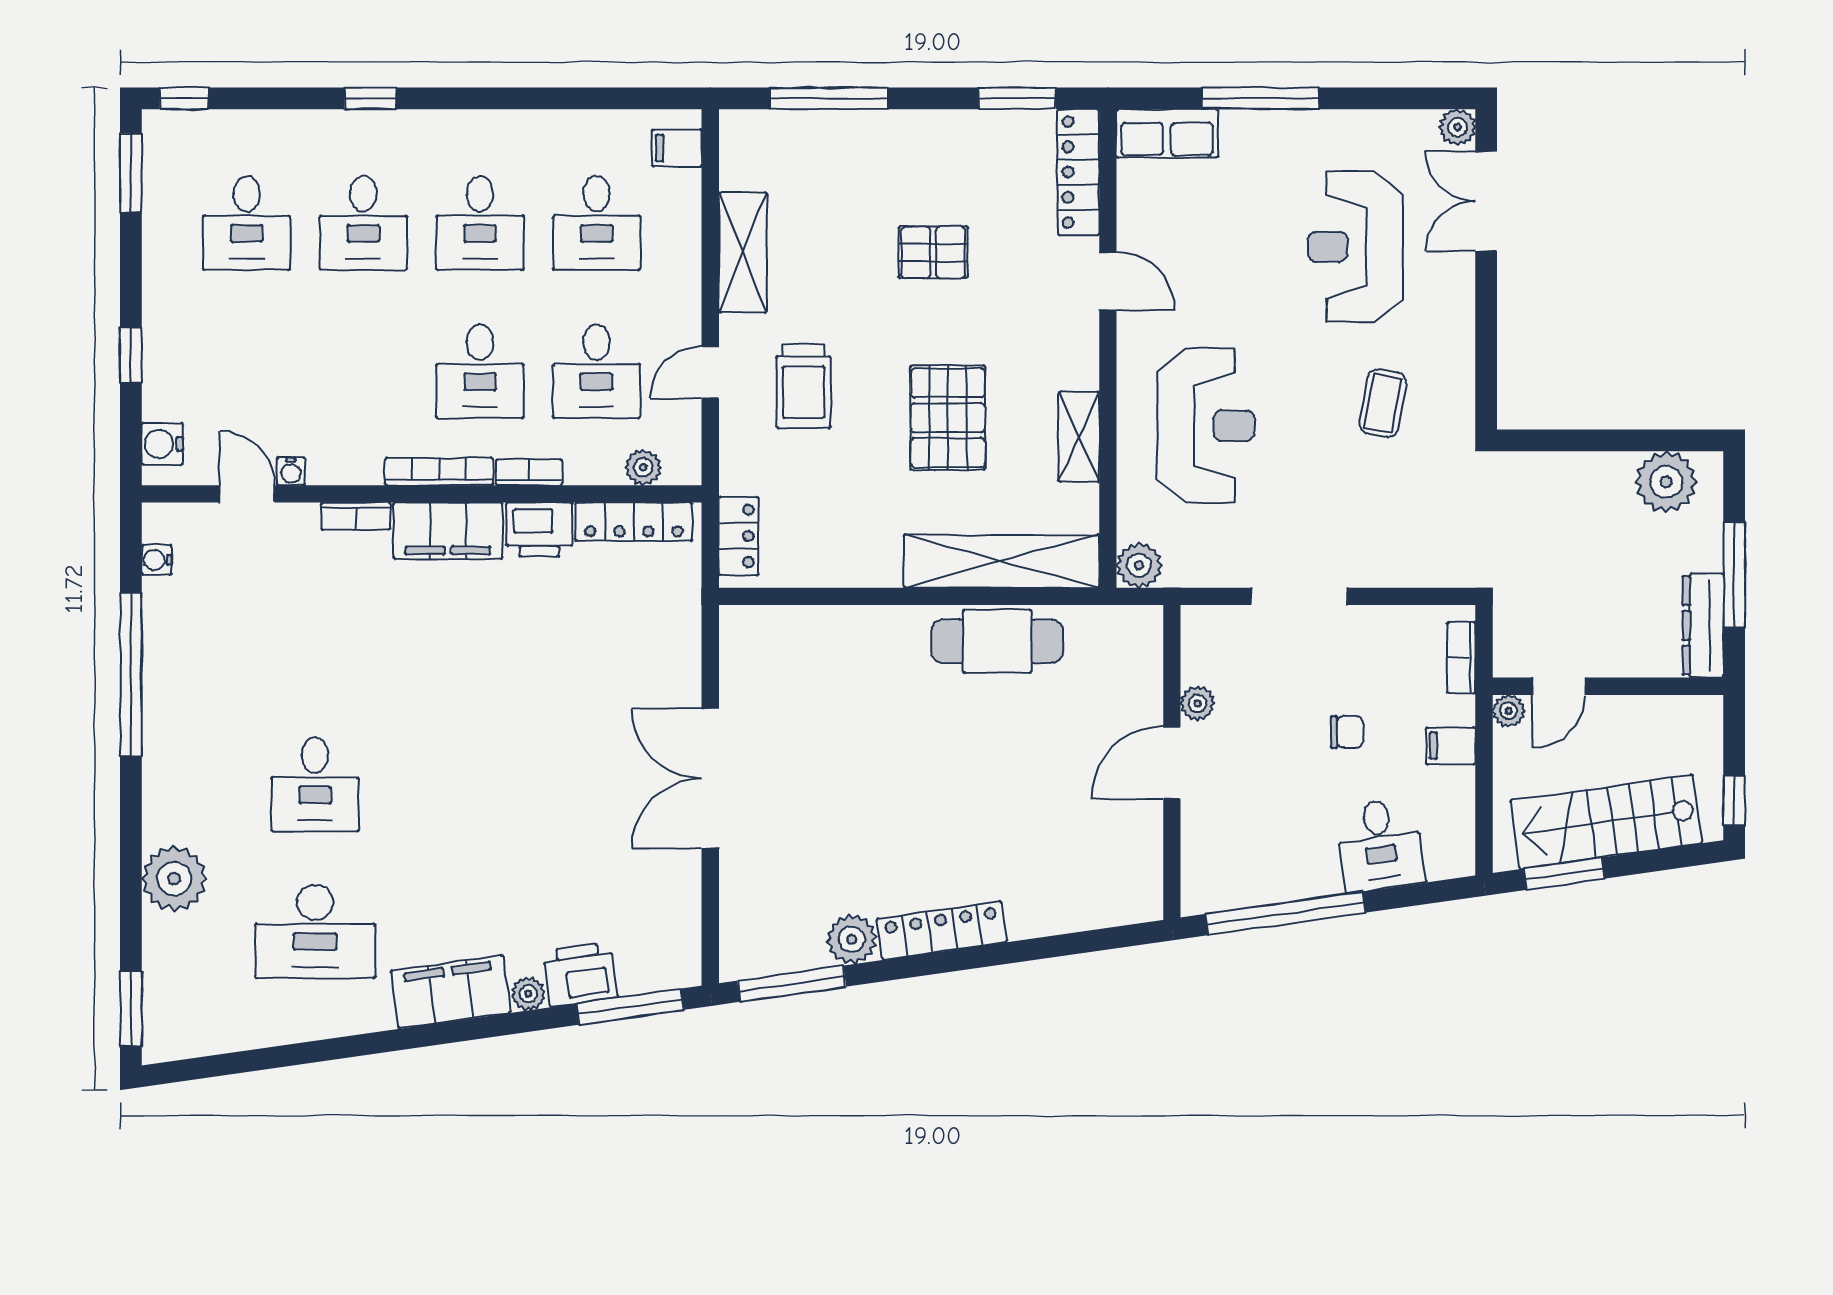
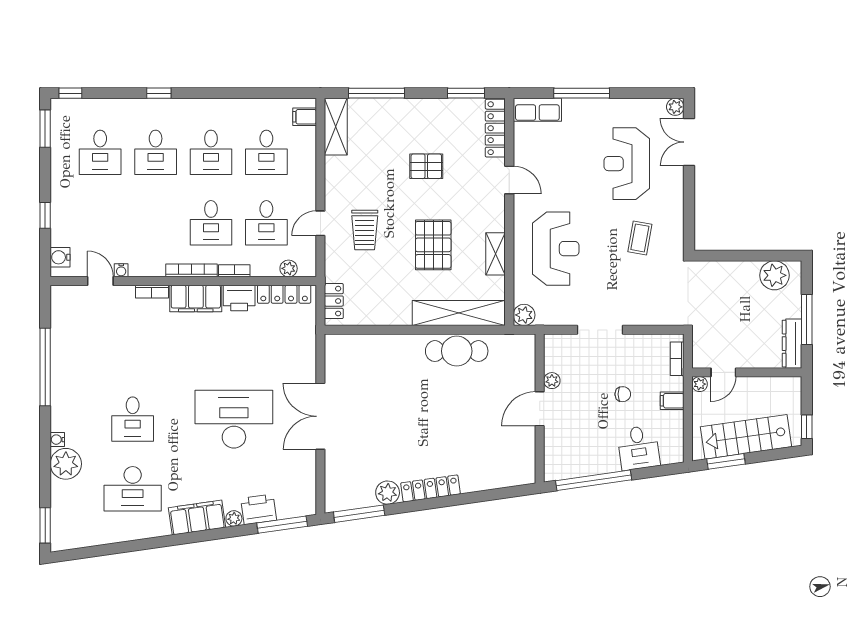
shelving: (743, 252) -> (336, 127), moved
water cooler: (157, 560) -> (57, 440), moved
desk: (528, 785) -> (234, 419), added

